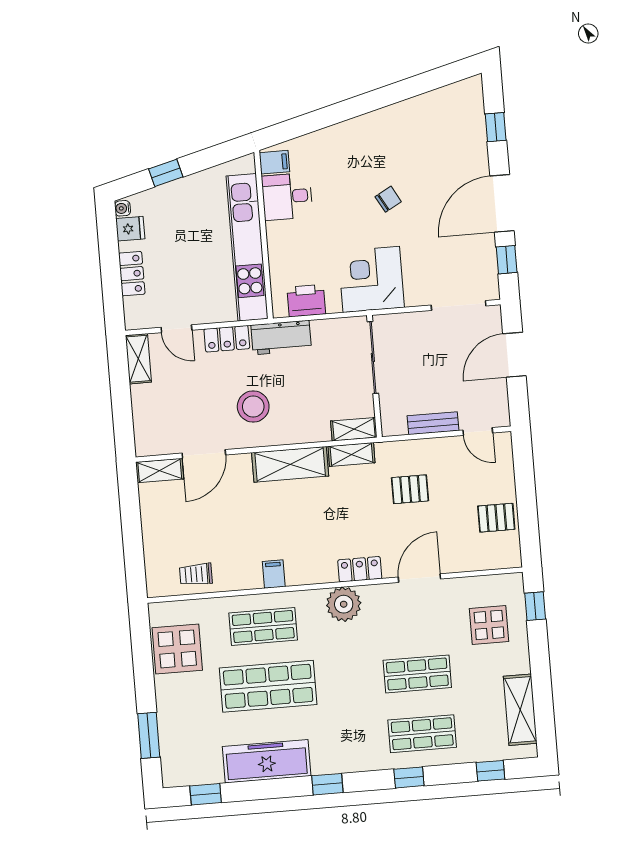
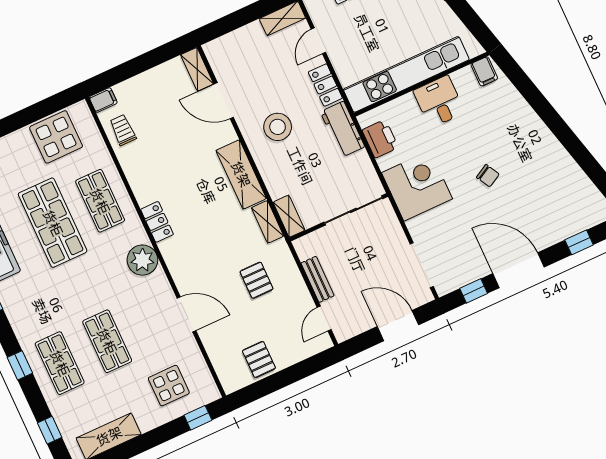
desk: (287, 196) -> (439, 102), moved
locker: (360, 569) -> (157, 222), moved
filing cabinet: (274, 574) -> (103, 100), moved

